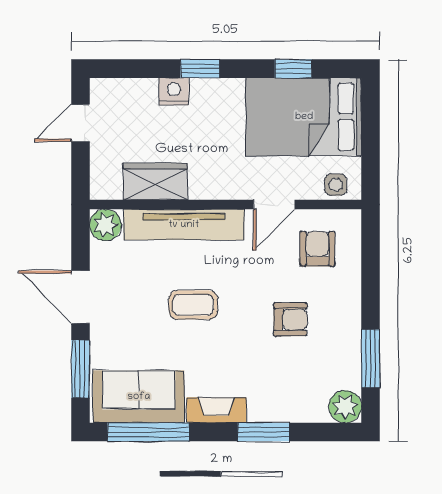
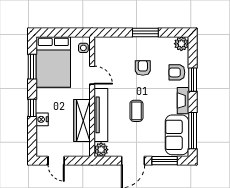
window: (293, 69) -> (32, 67), width x1.50
wardrobe: (156, 182) -> (82, 120), width x1.50
armchair: (317, 249) -> (177, 72), moved
window: (371, 358) -> (145, 33), moved

